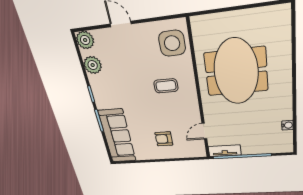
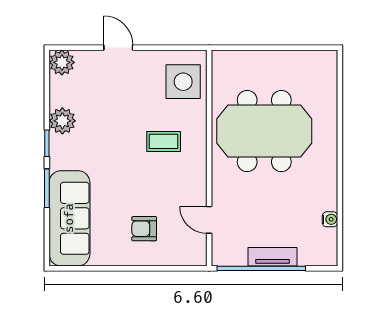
plant: (93, 65) -> (62, 121), moved
meeting table: (236, 72) -> (264, 131), turned 90
door: (204, 131) -> (209, 220), hinge flipped
tv unit: (225, 151) -> (272, 257), moved

